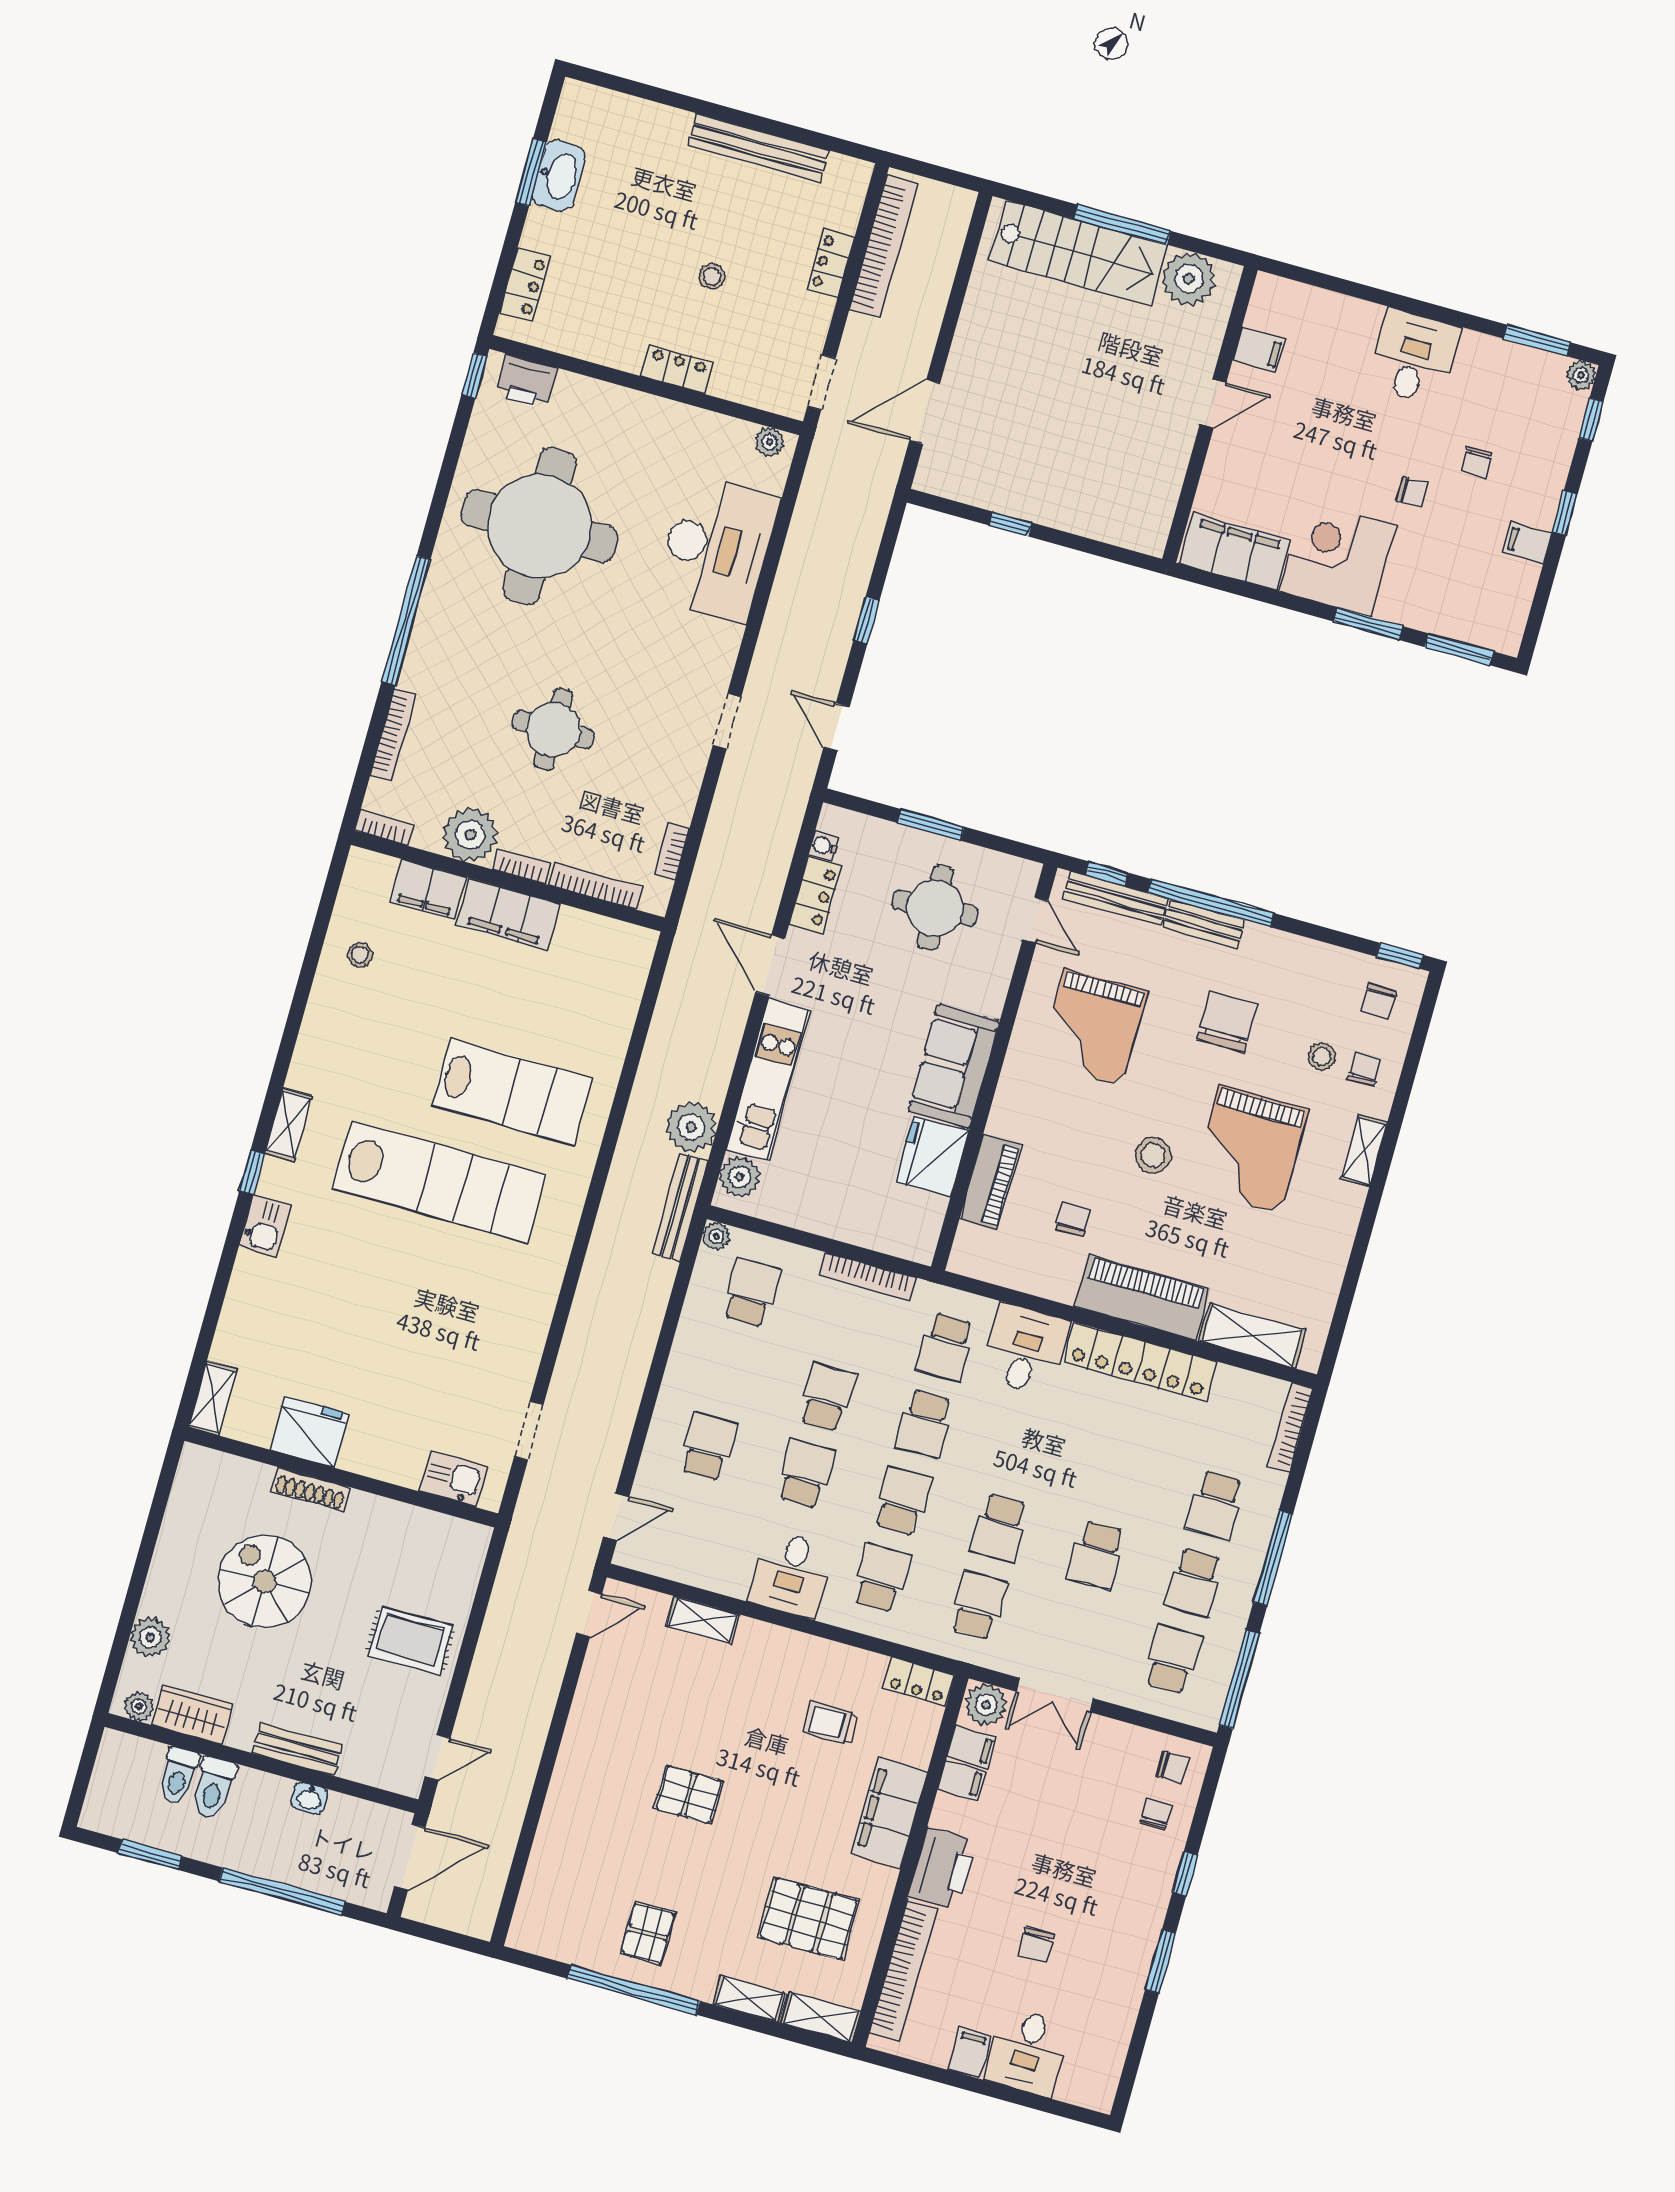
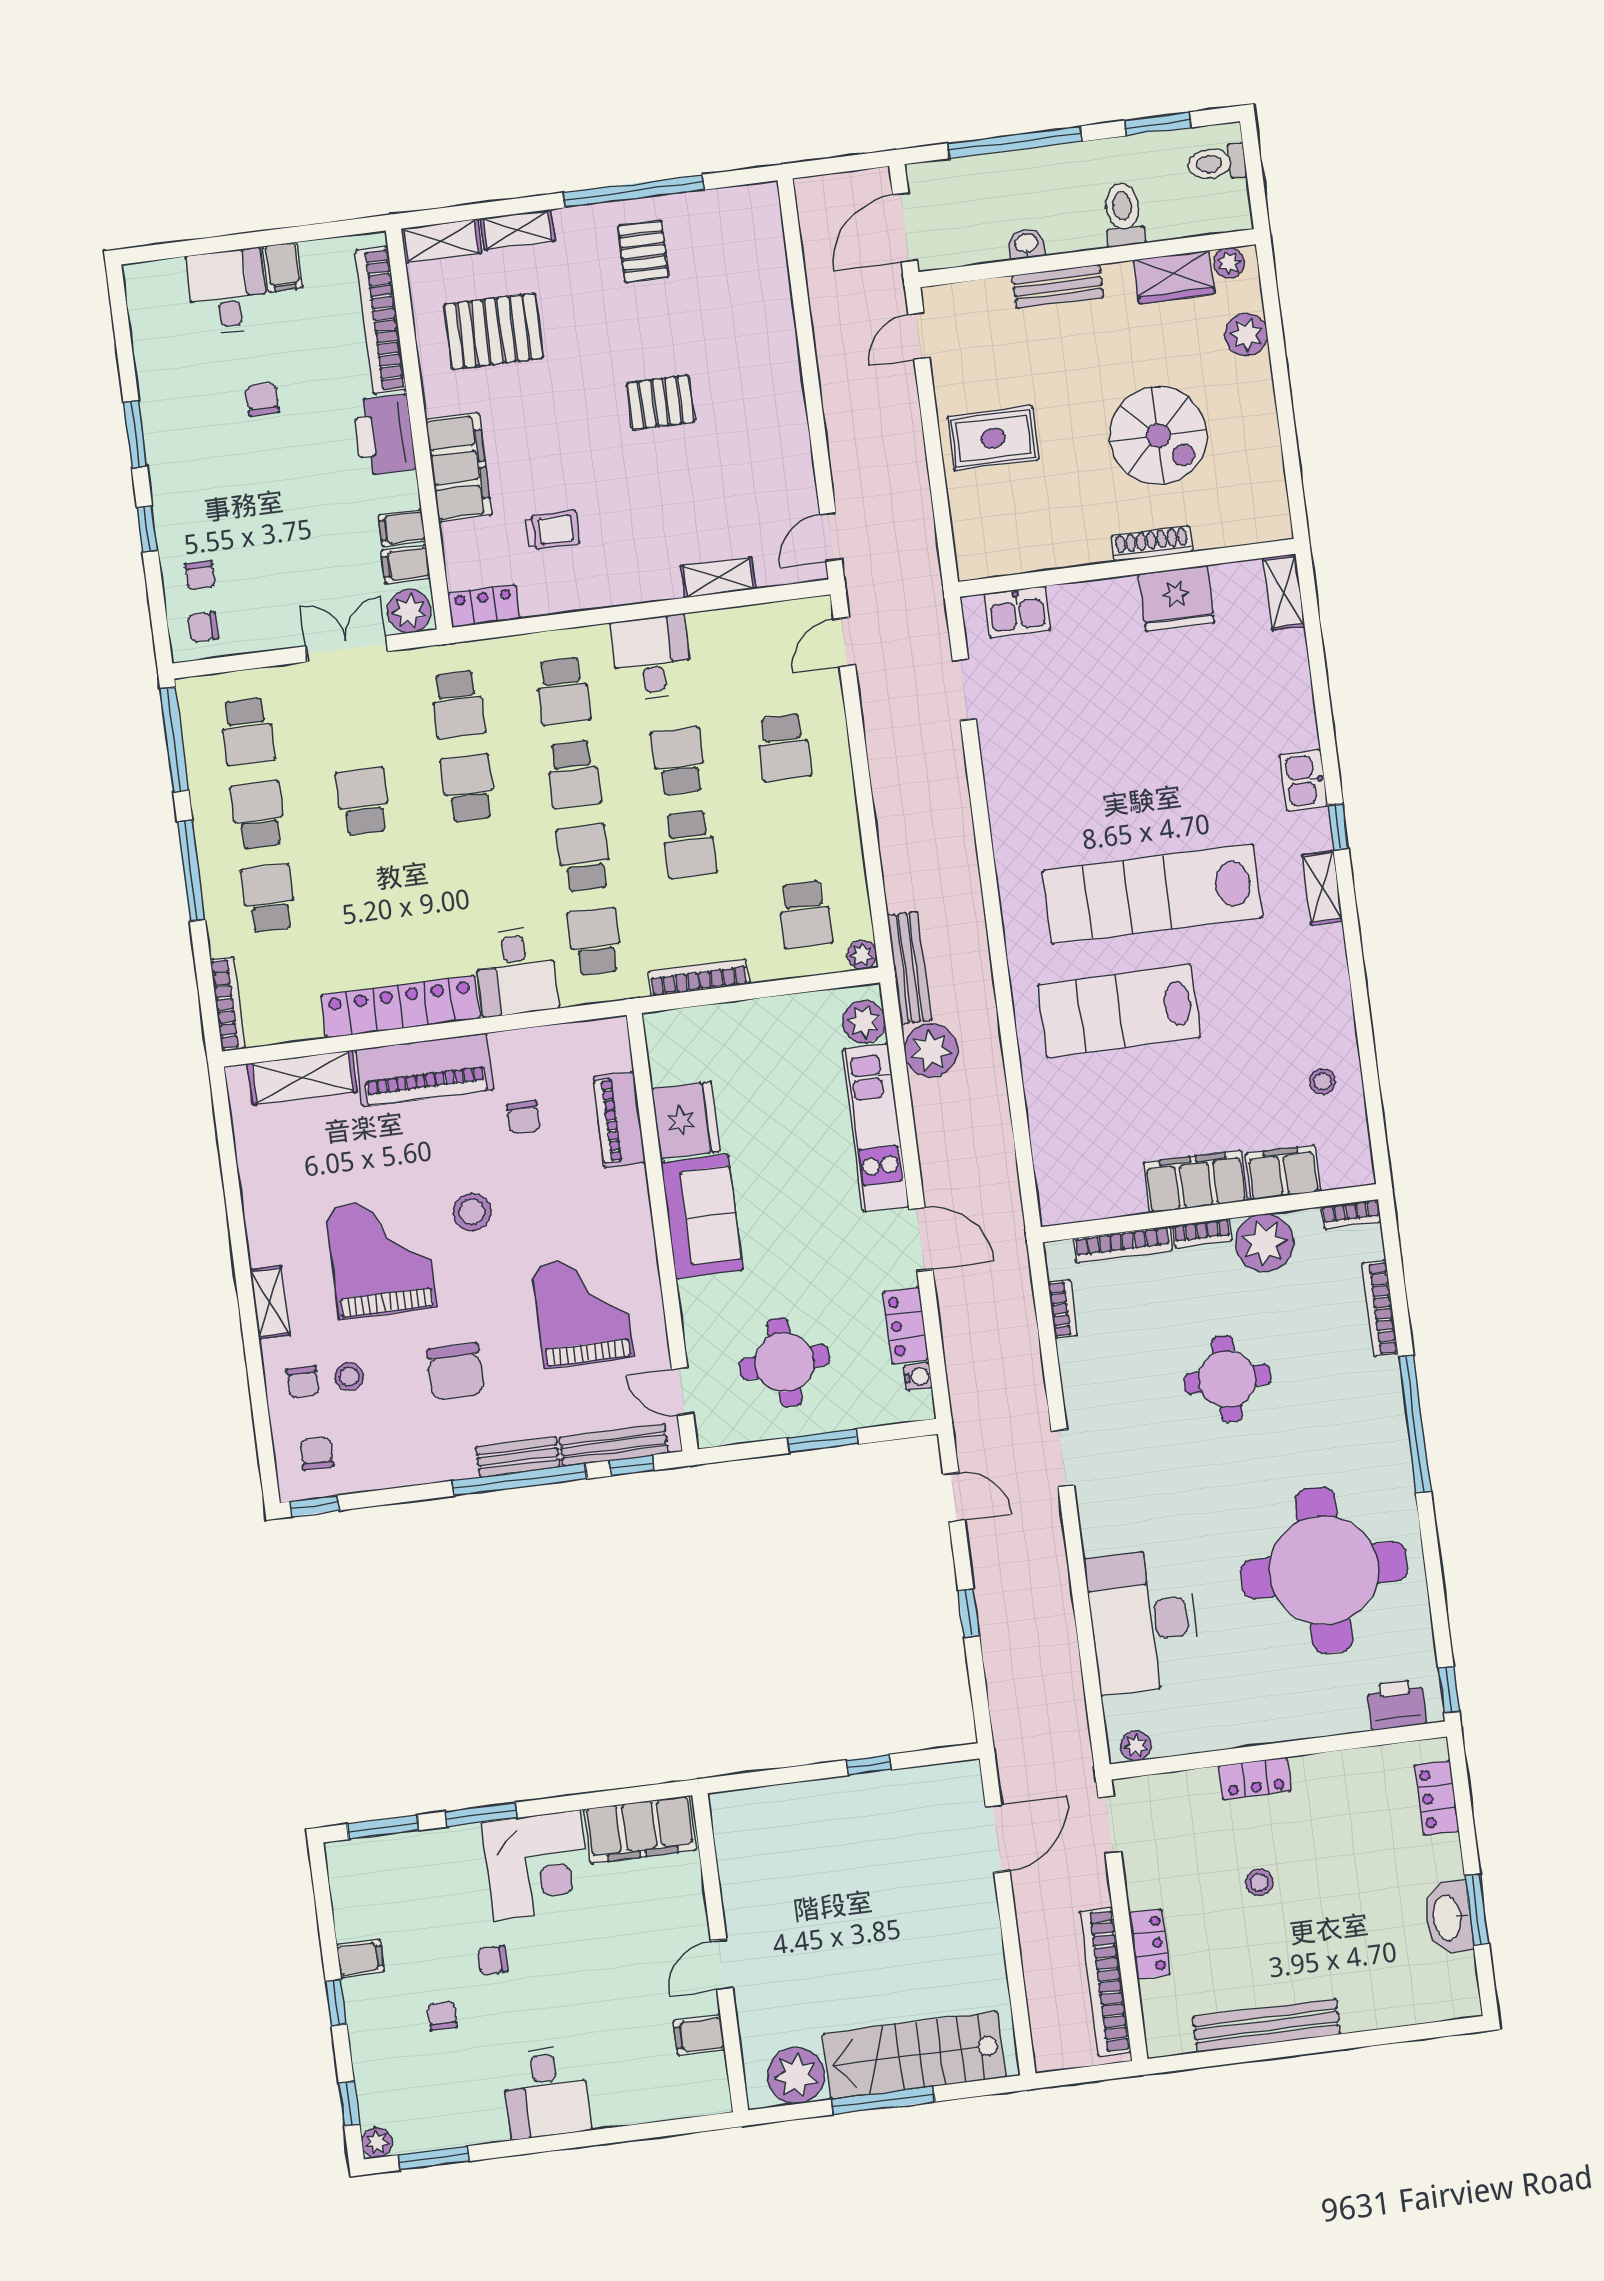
school desk: (805, 1474) -> (679, 761), turned 180
toilet: (178, 1776) -> (1217, 163), moved, turned -90

